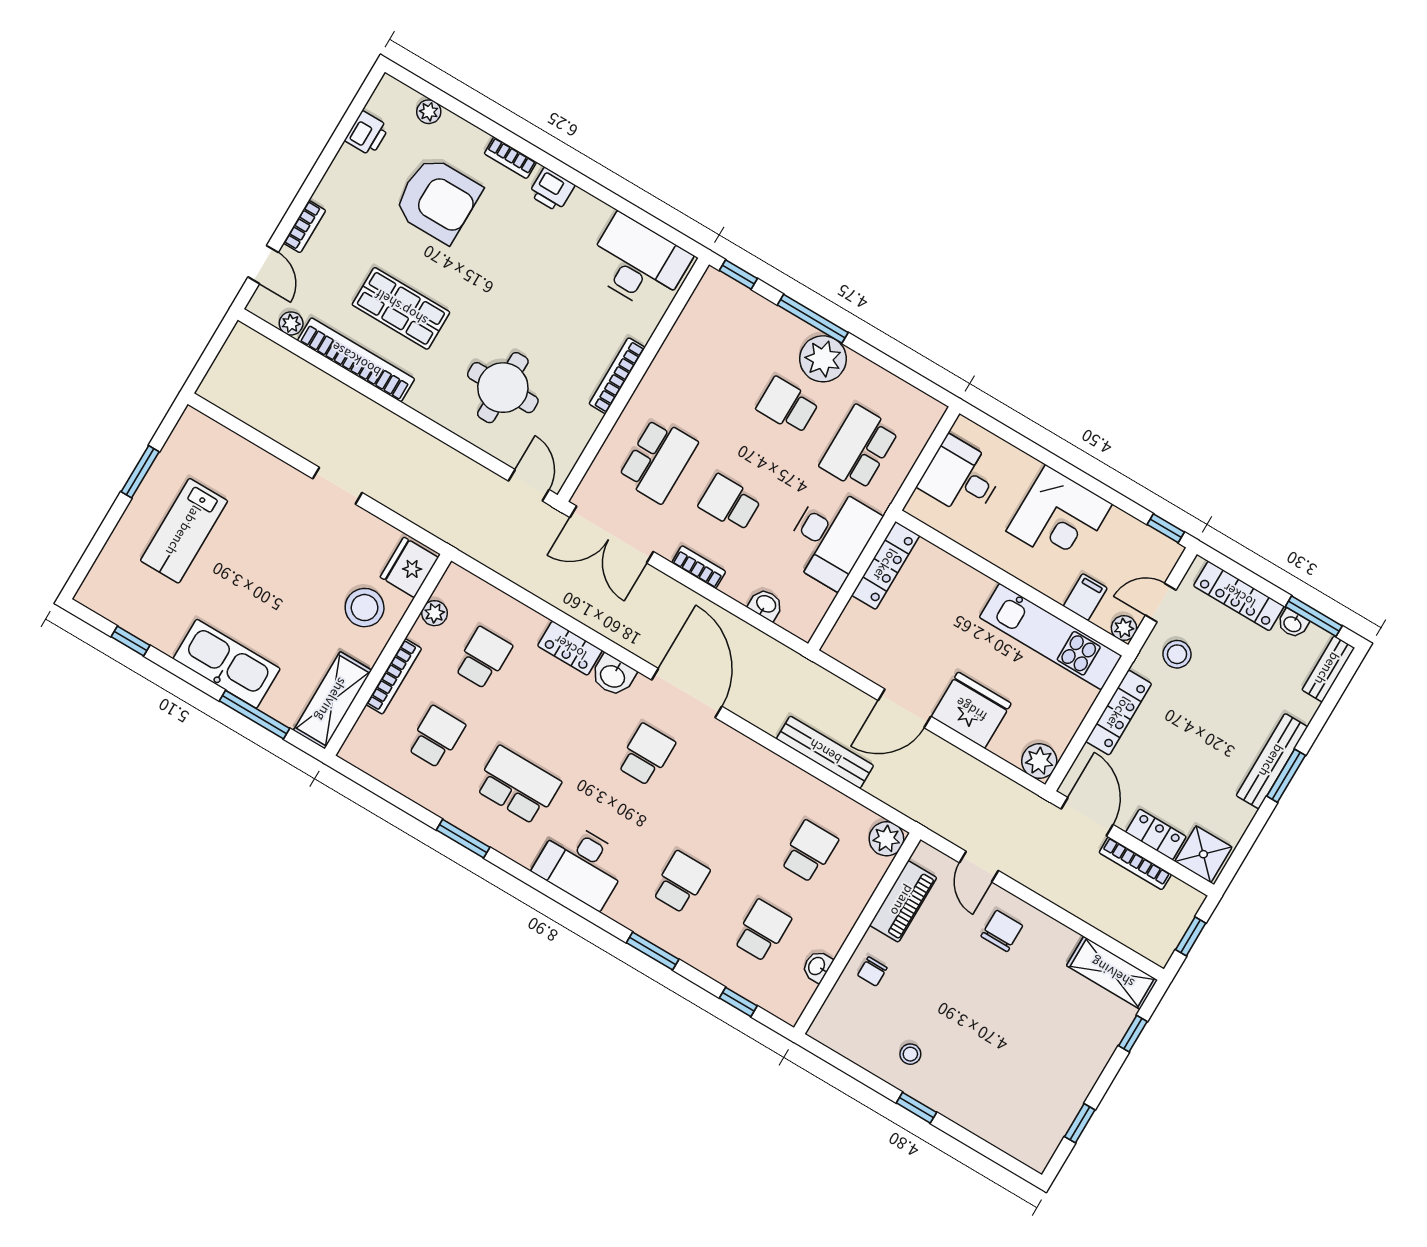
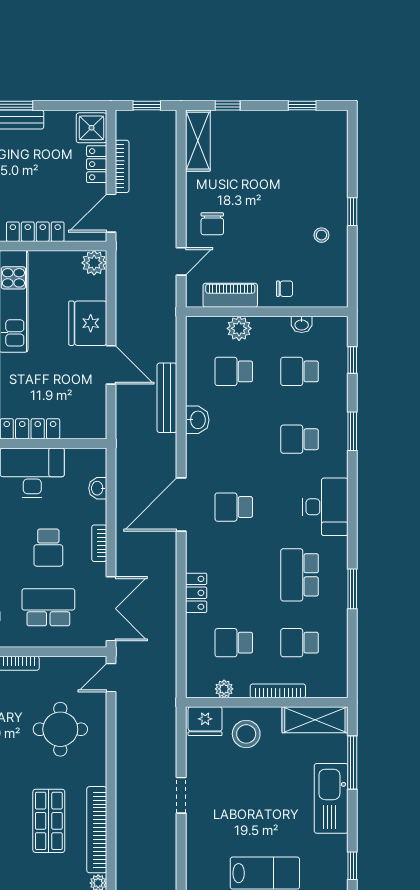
washbasin: (613, 676) -> (197, 420), moved
plant: (886, 839) -> (239, 328), moved
chair: (1002, 931) -> (212, 224), turned -90

